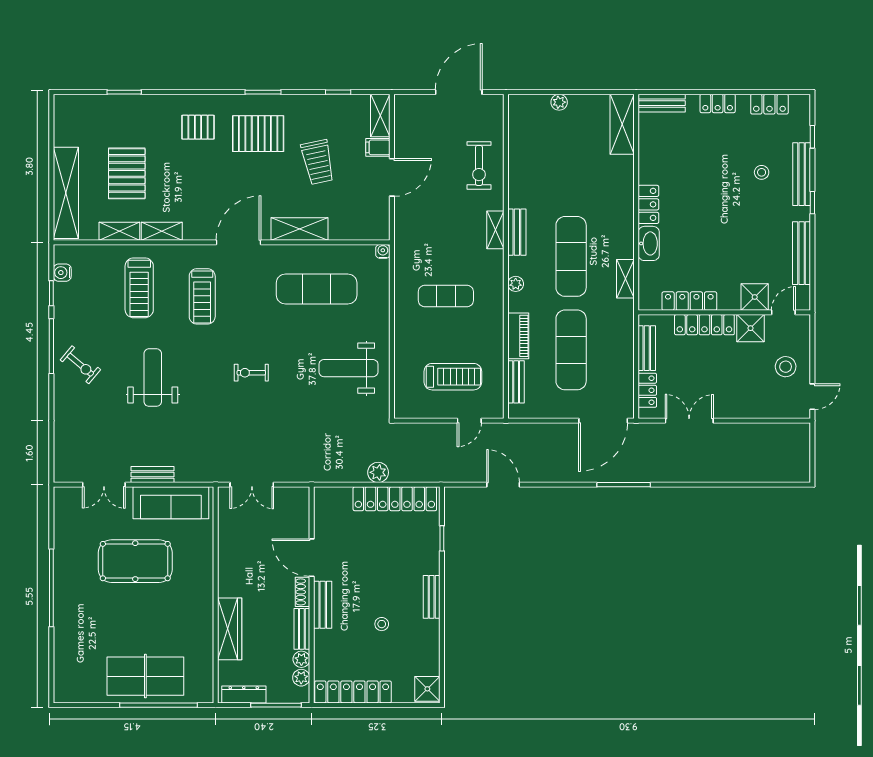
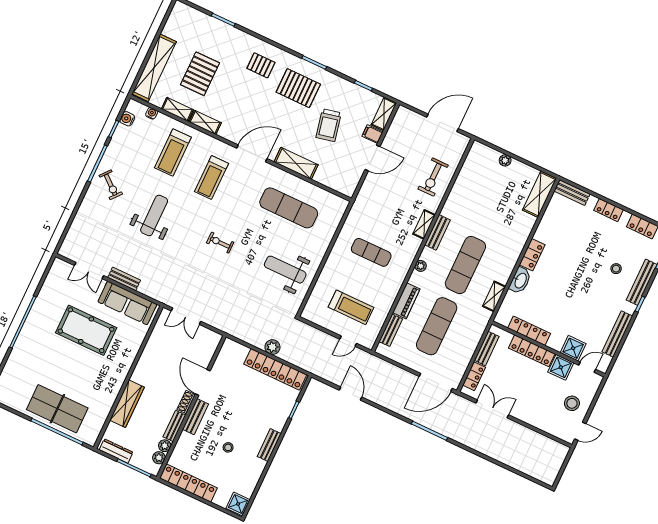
water cooler: (383, 251) -> (152, 113), moved

